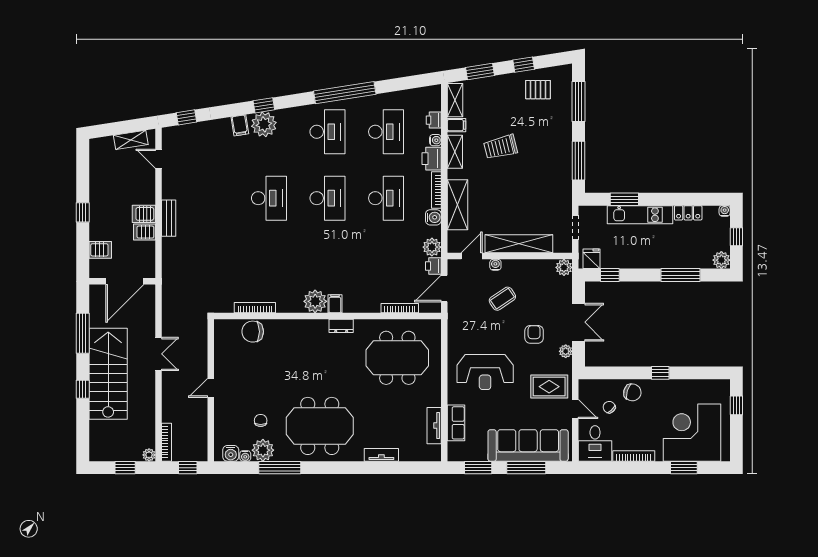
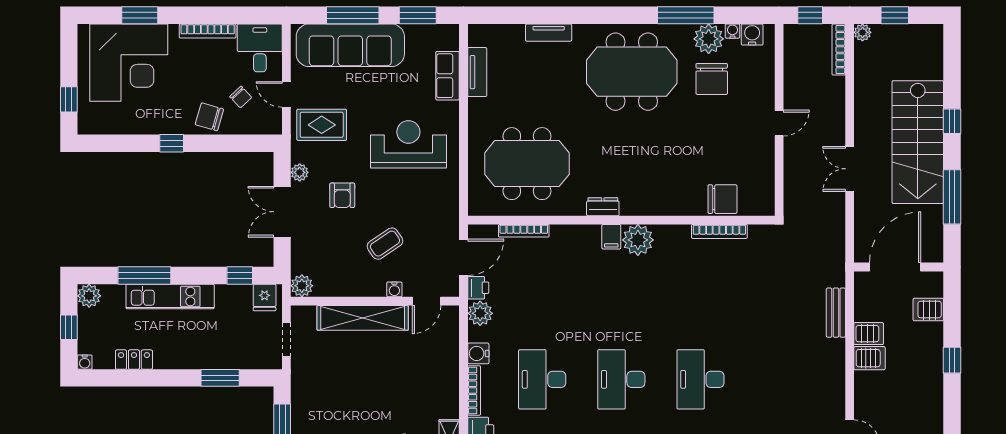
shelving: (458, 205) -> (446, 370), removed
kitchen unit: (640, 215) -> (170, 296), moved, turned 180
bench: (169, 218) -> (836, 313), moved
chair: (261, 420) -> (712, 79), width x1.87, depth x1.87

